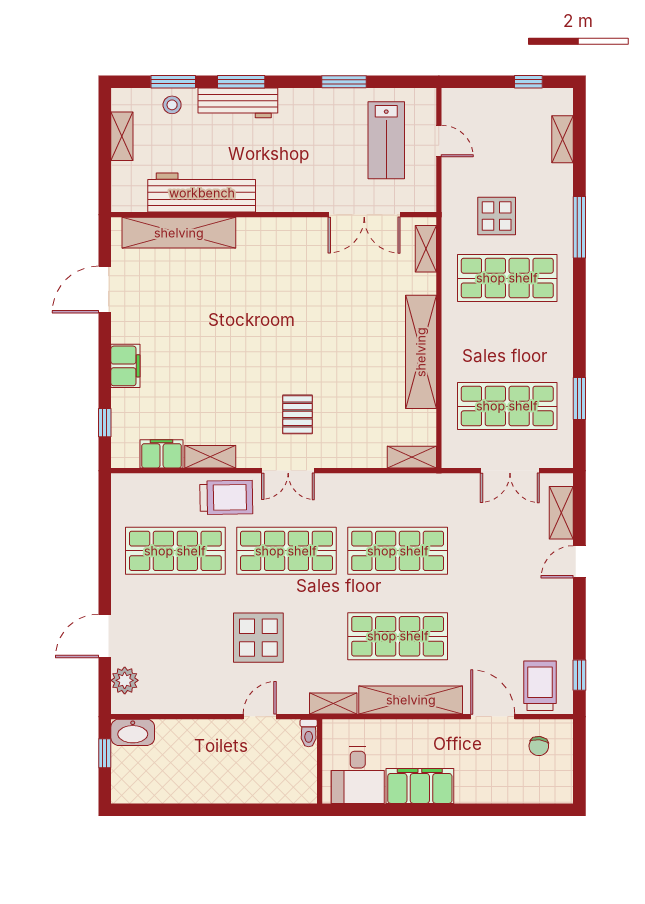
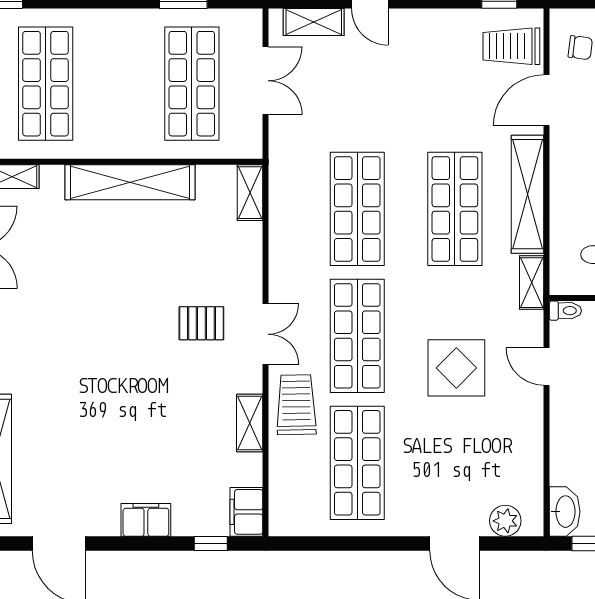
filing cabinet: (162, 454) -> (246, 512), moved

